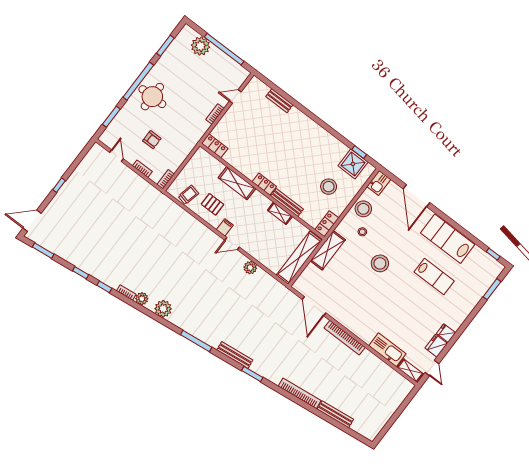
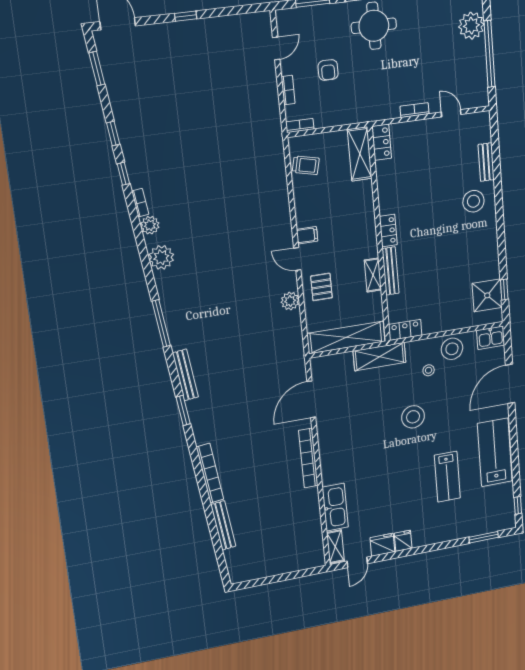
shelving: (237, 183) -> (360, 154), moved
stool: (329, 187) -> (473, 201), moved
pallet: (212, 204) -> (321, 287), moved

